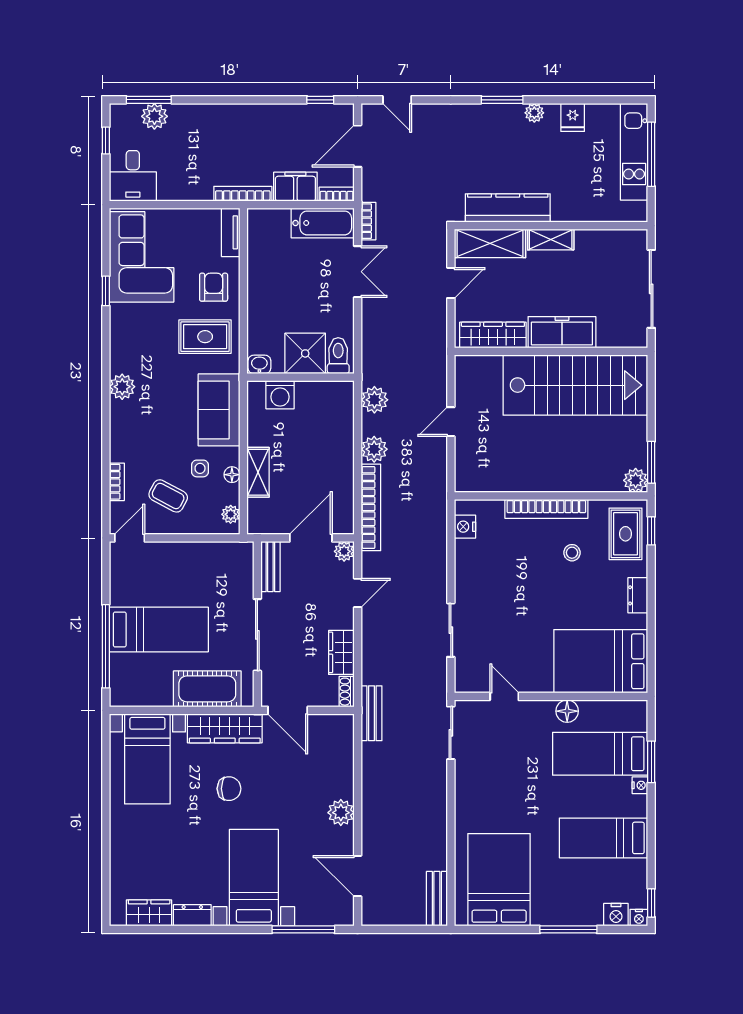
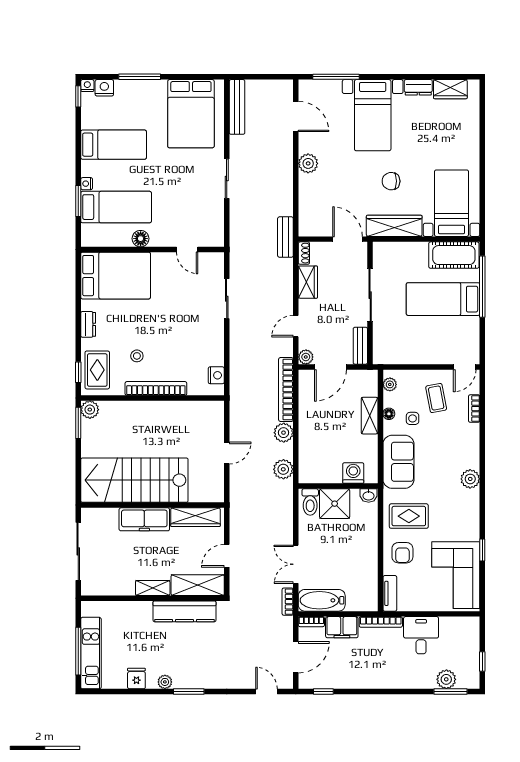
desk: (133, 176) -> (421, 635), moved
coffee table: (168, 496) -> (436, 398), turned 51
cot: (207, 689) -> (454, 255), moved
sliding door: (451, 733) -> (227, 179), moved
bench: (437, 899) -> (237, 107), width x1.36

